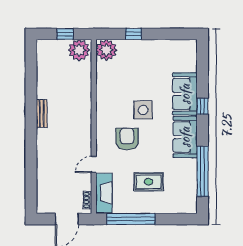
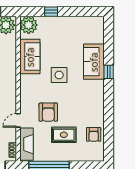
sofa: (185, 137) -> (30, 57), moved, turned 180
armchair: (127, 139) -> (48, 112), moved, turned 180
window: (203, 171) -> (109, 126), removed
armchair: (184, 181) -> (94, 134), added

